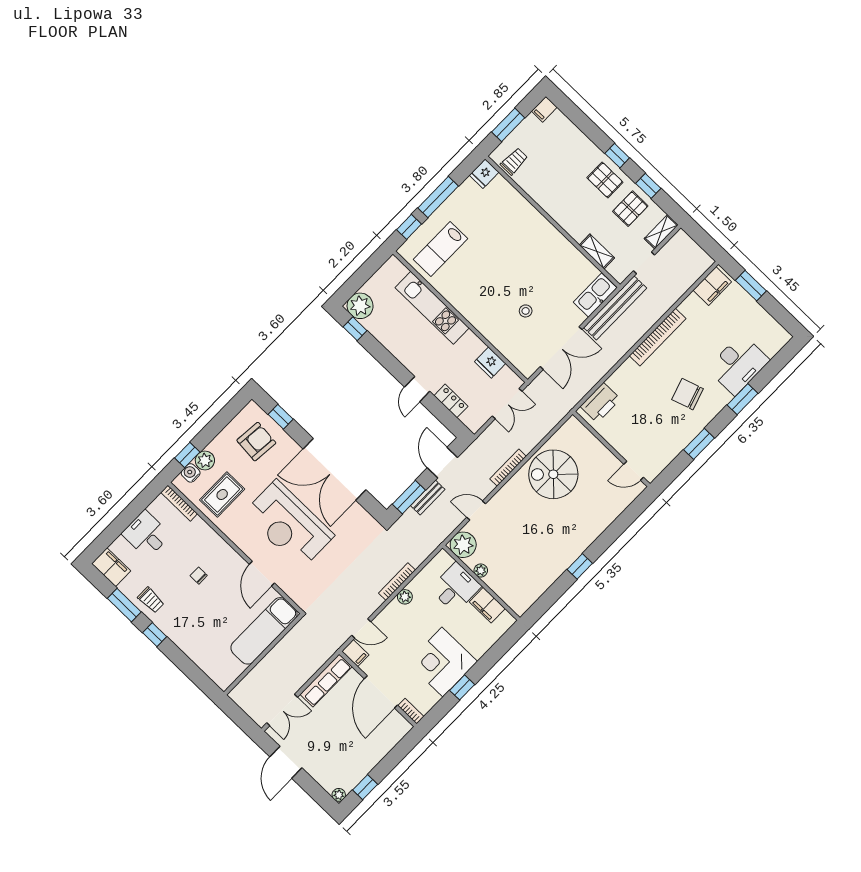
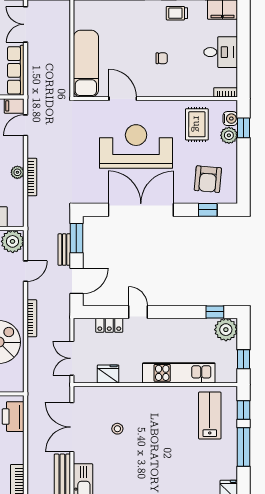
window: (369, 268) -> (243, 359), added
door: (442, 463) -> (76, 281), hinge flipped
bookcase: (179, 503) -> (226, 92), width x0.64

